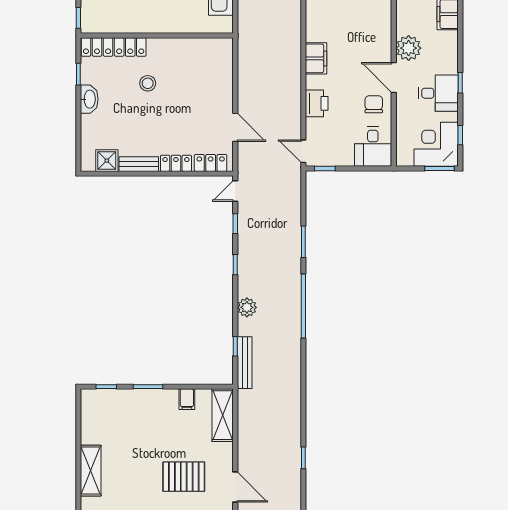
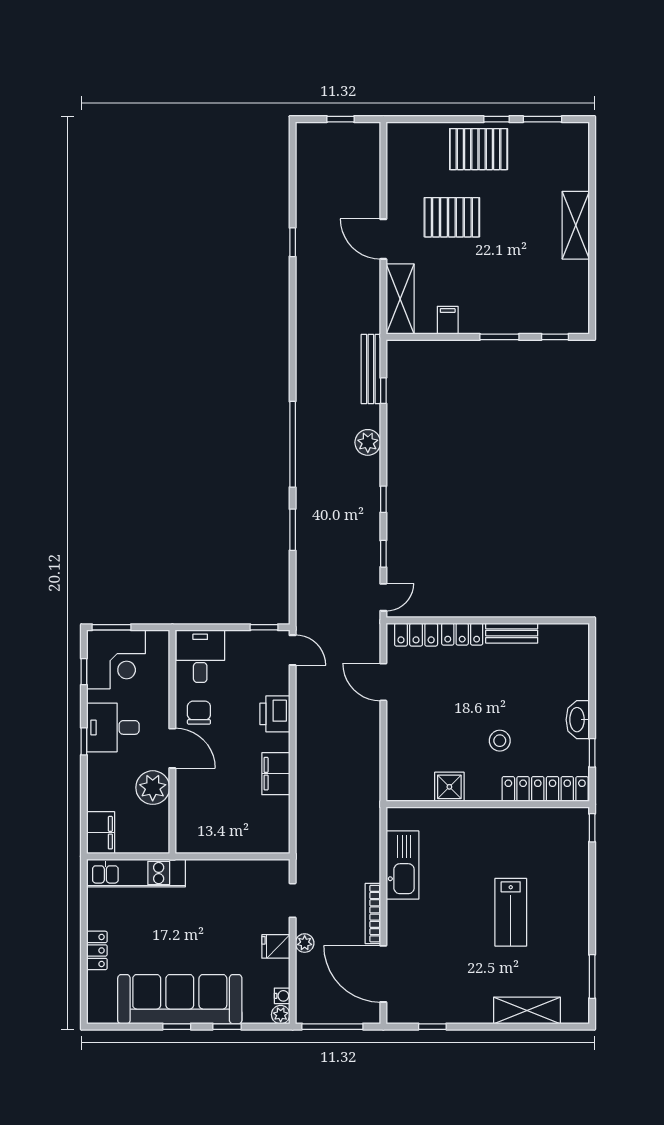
chair: (374, 104) -> (199, 713), turned 180
shower: (107, 161) -> (449, 787), moved
door: (235, 487) -> (383, 239), moved

